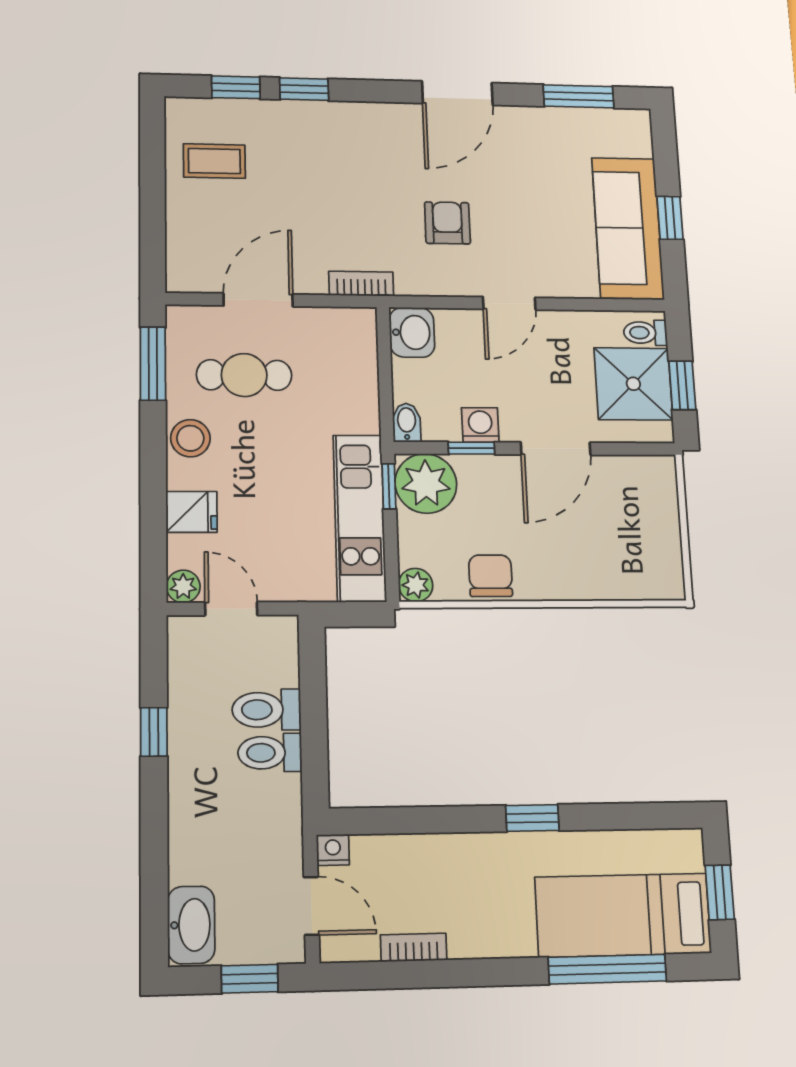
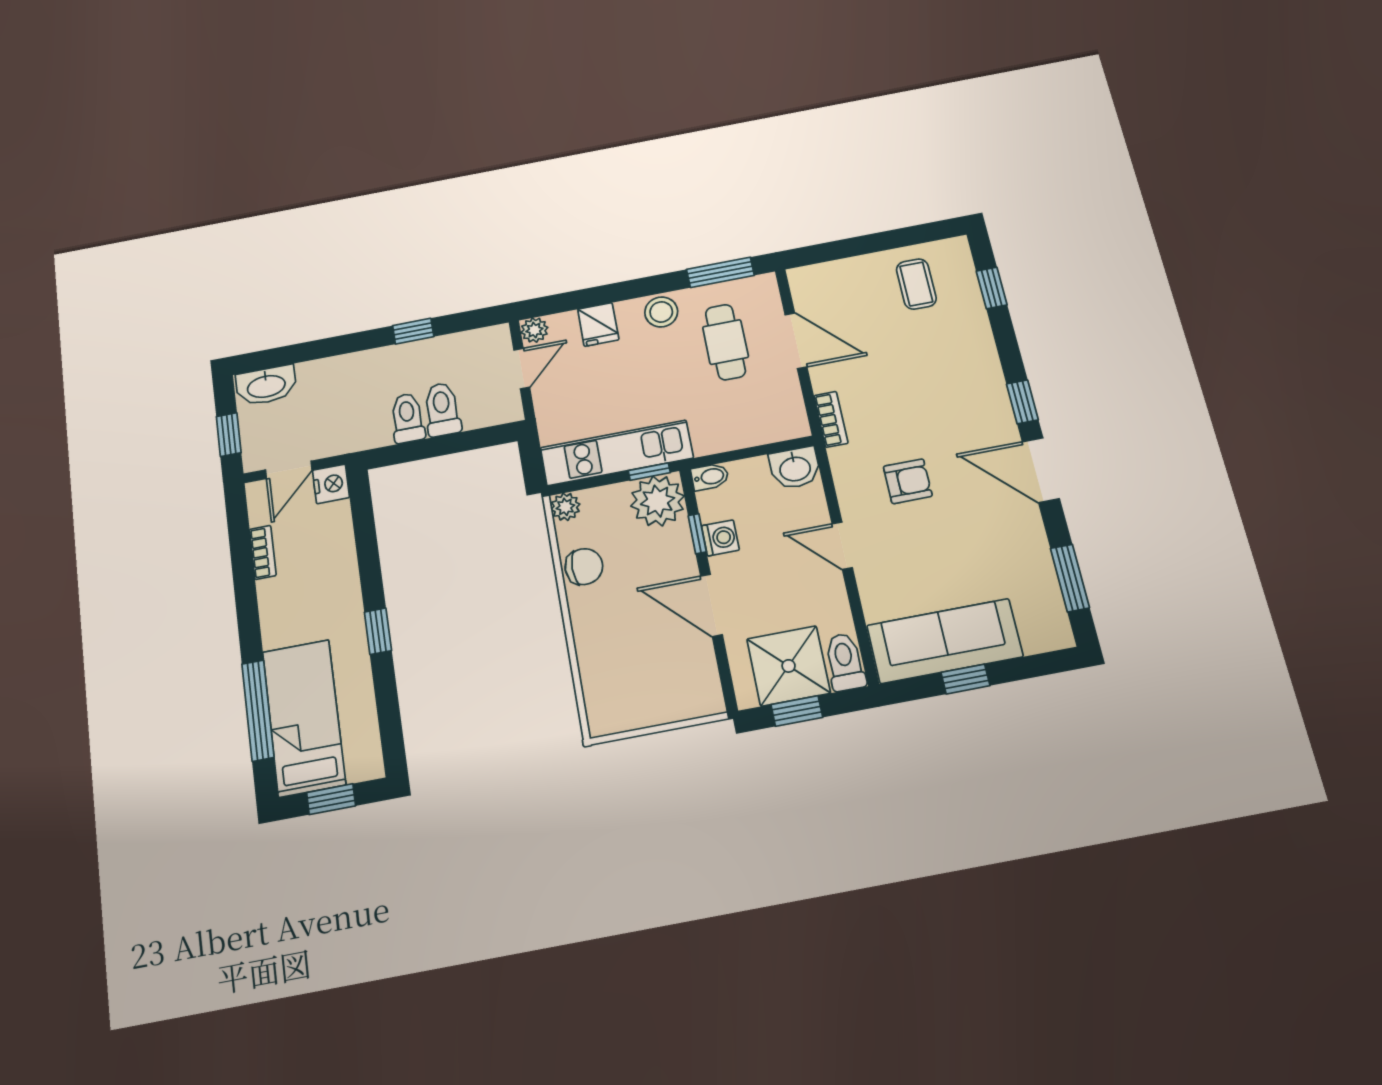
window: (304, 89) -> (1022, 402), moved
toilet: (645, 333) -> (845, 662), width x1.37, depth x1.39
nightstand: (333, 850) -> (331, 484), width x1.39, depth x1.35

